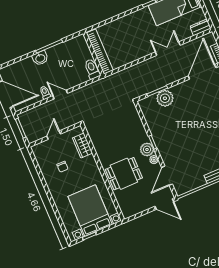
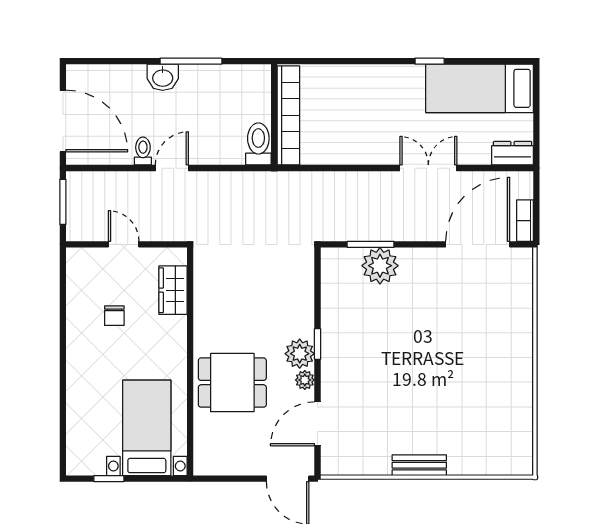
door: (60, 95) -> (172, 168), hinge flipped
door: (54, 135) -> (124, 244), hinge flipped
bed with nightstands: (90, 211) -> (147, 428), width x0.73

